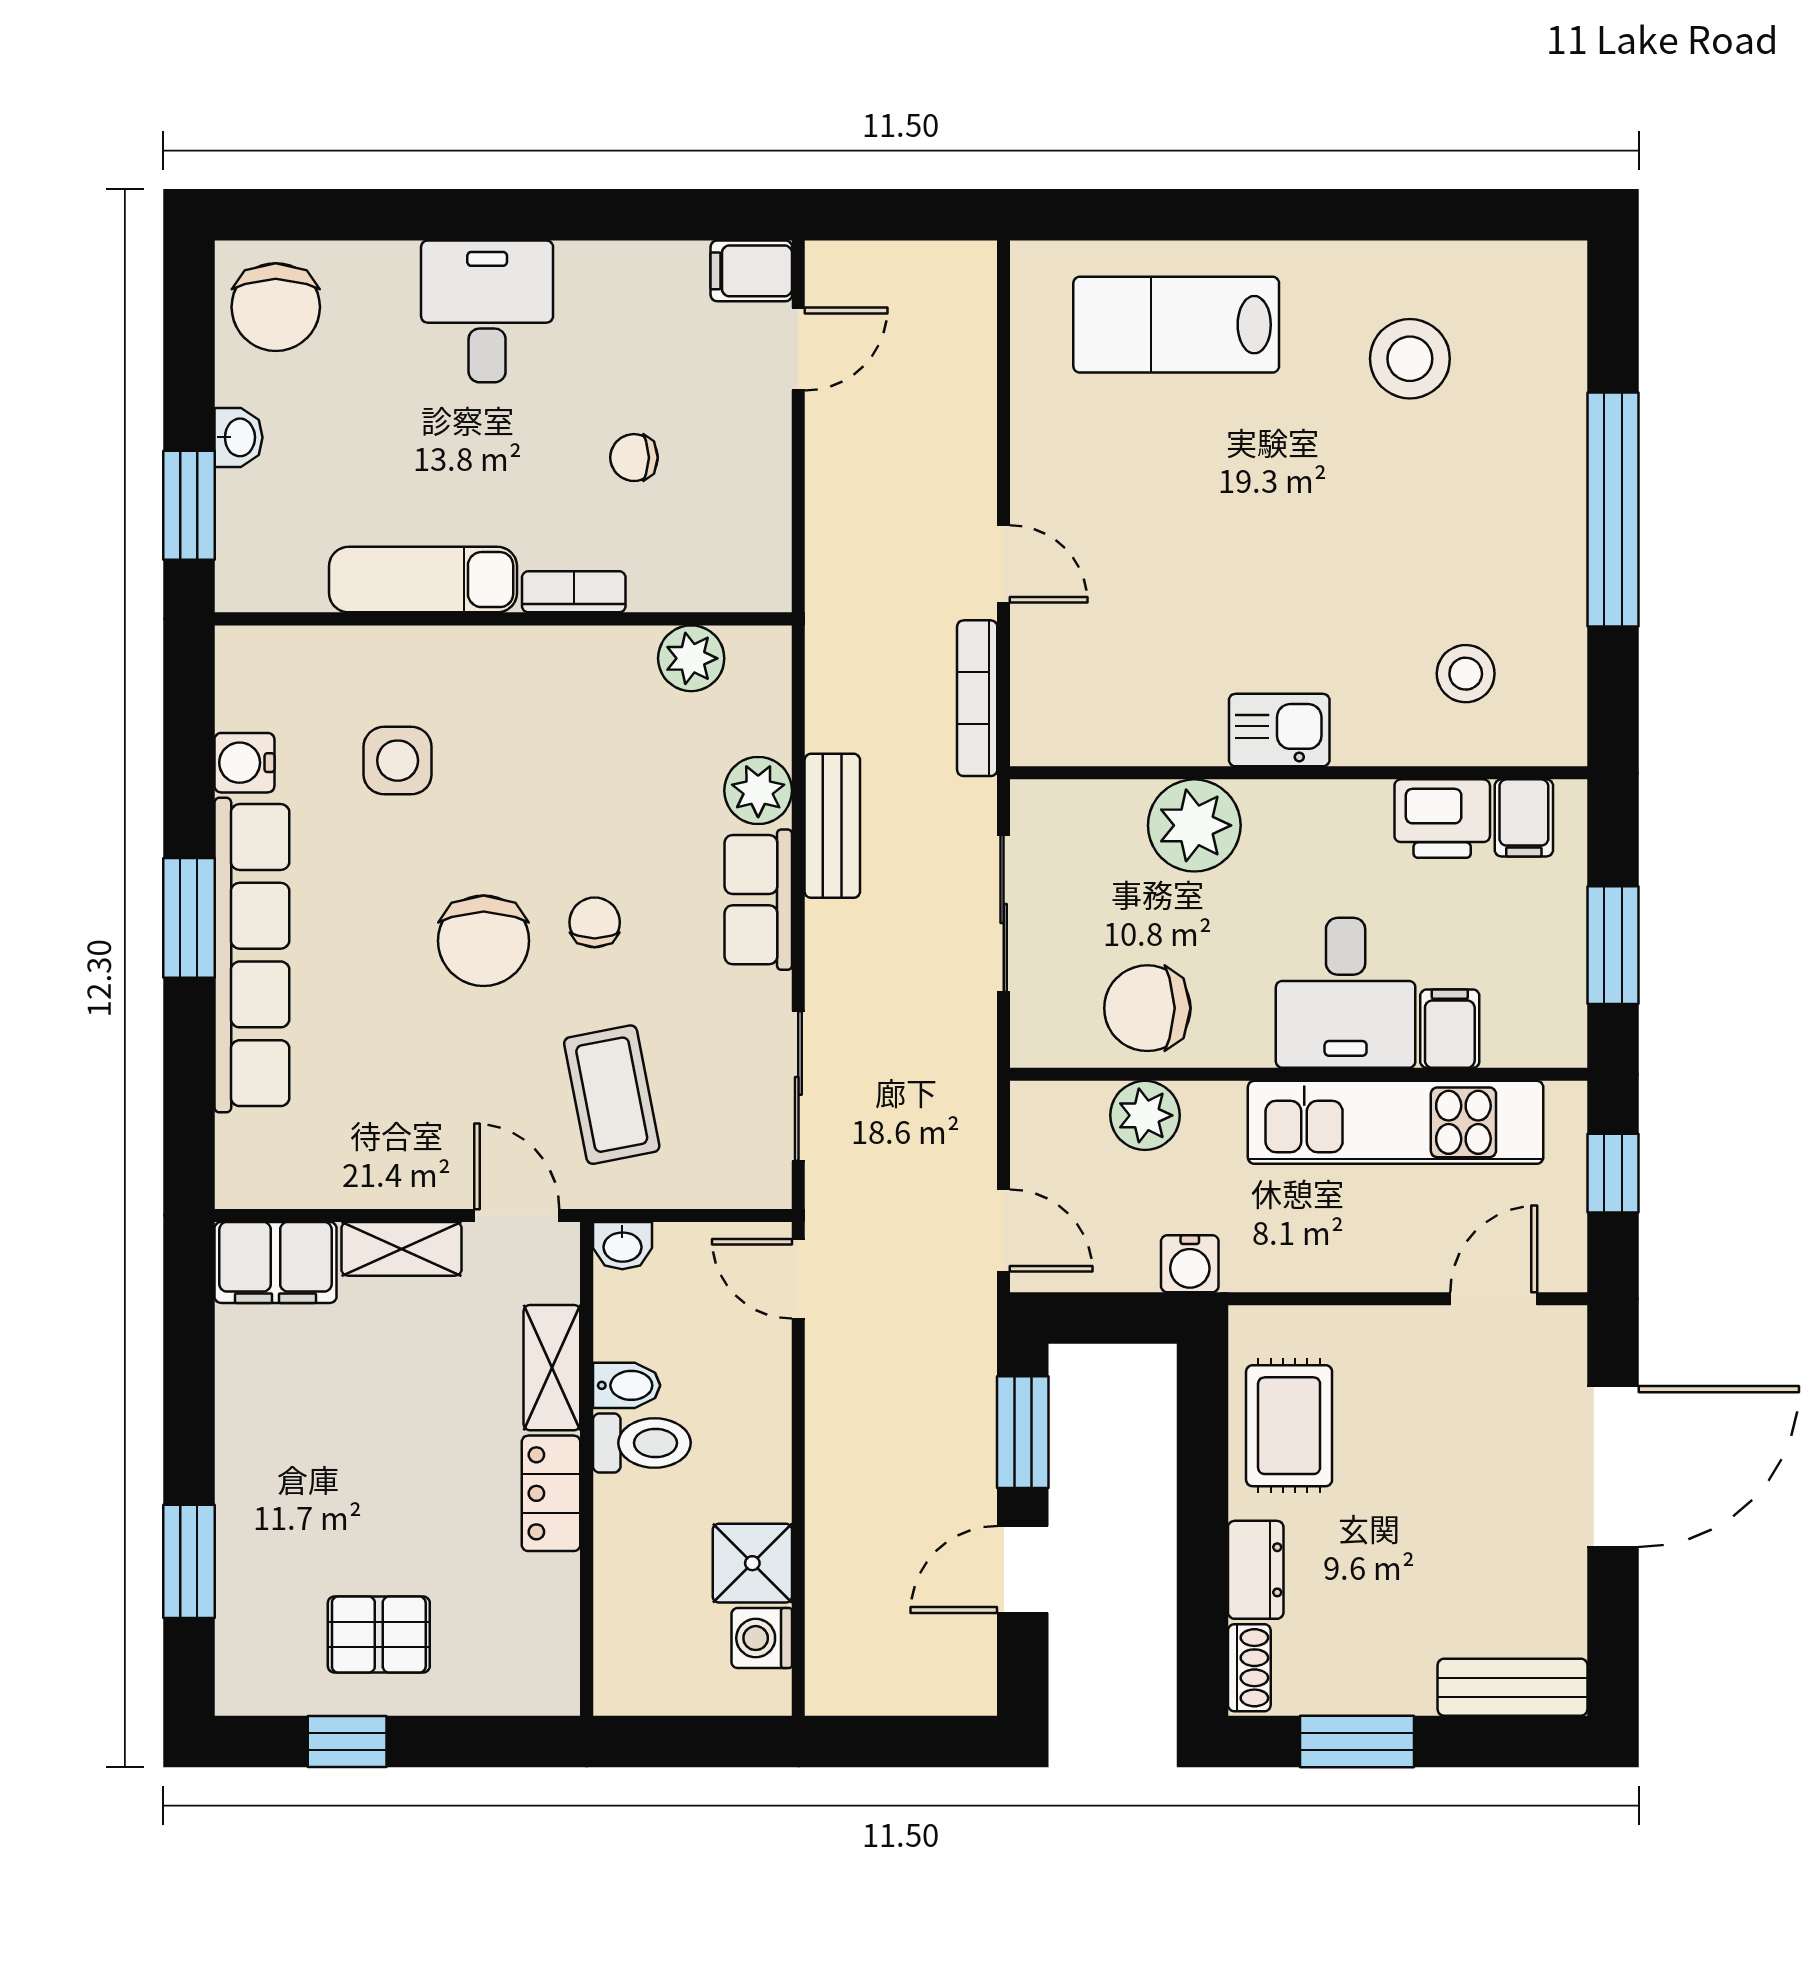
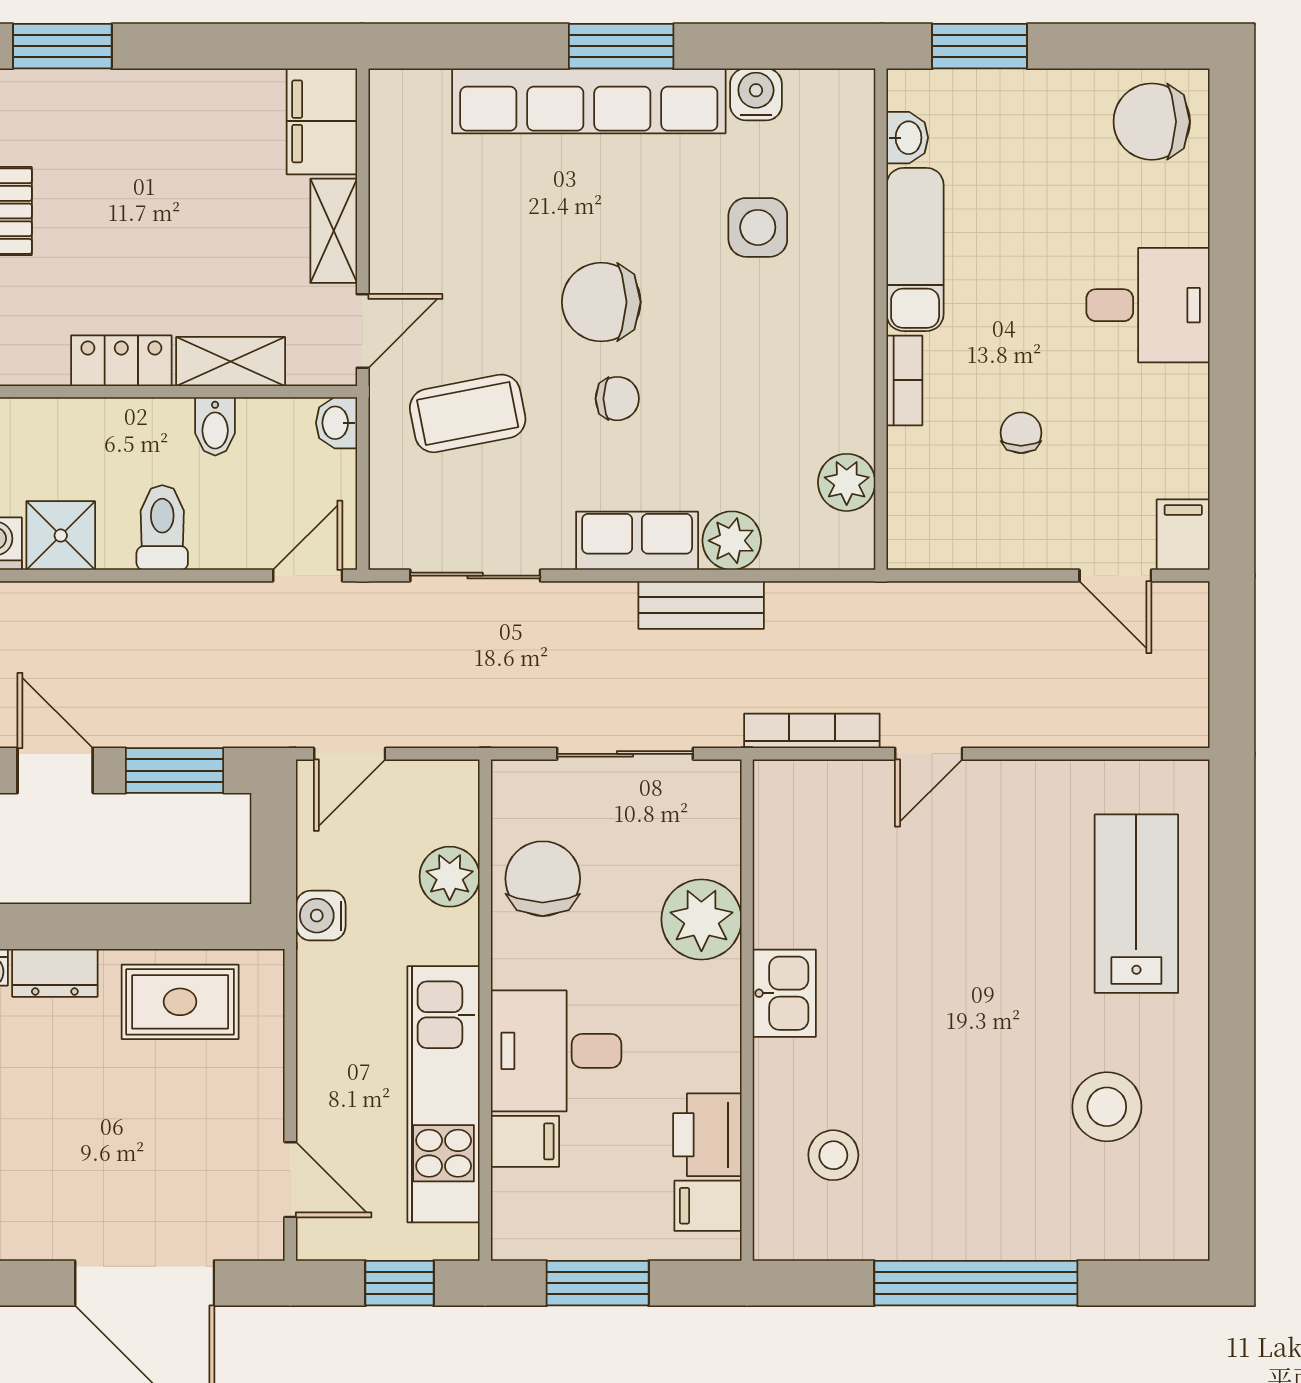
washbasin: (239, 437) -> (907, 138), moved, turned -90
toilet: (642, 1443) -> (162, 528), moved, turned 180

